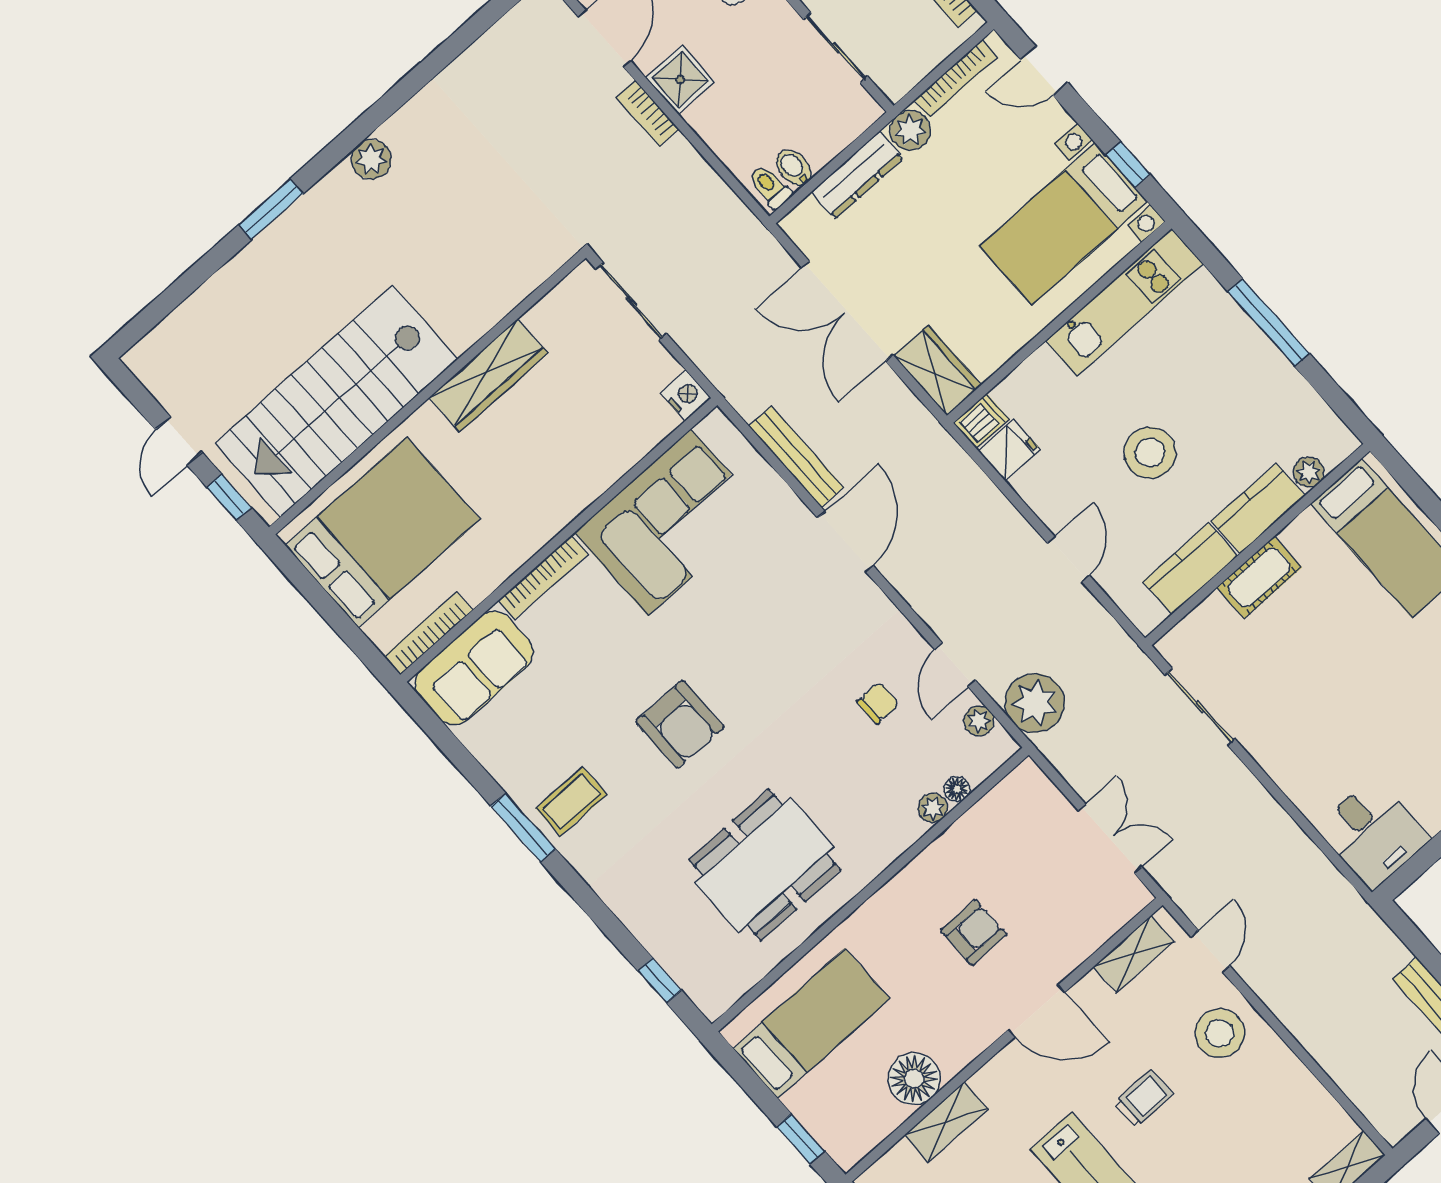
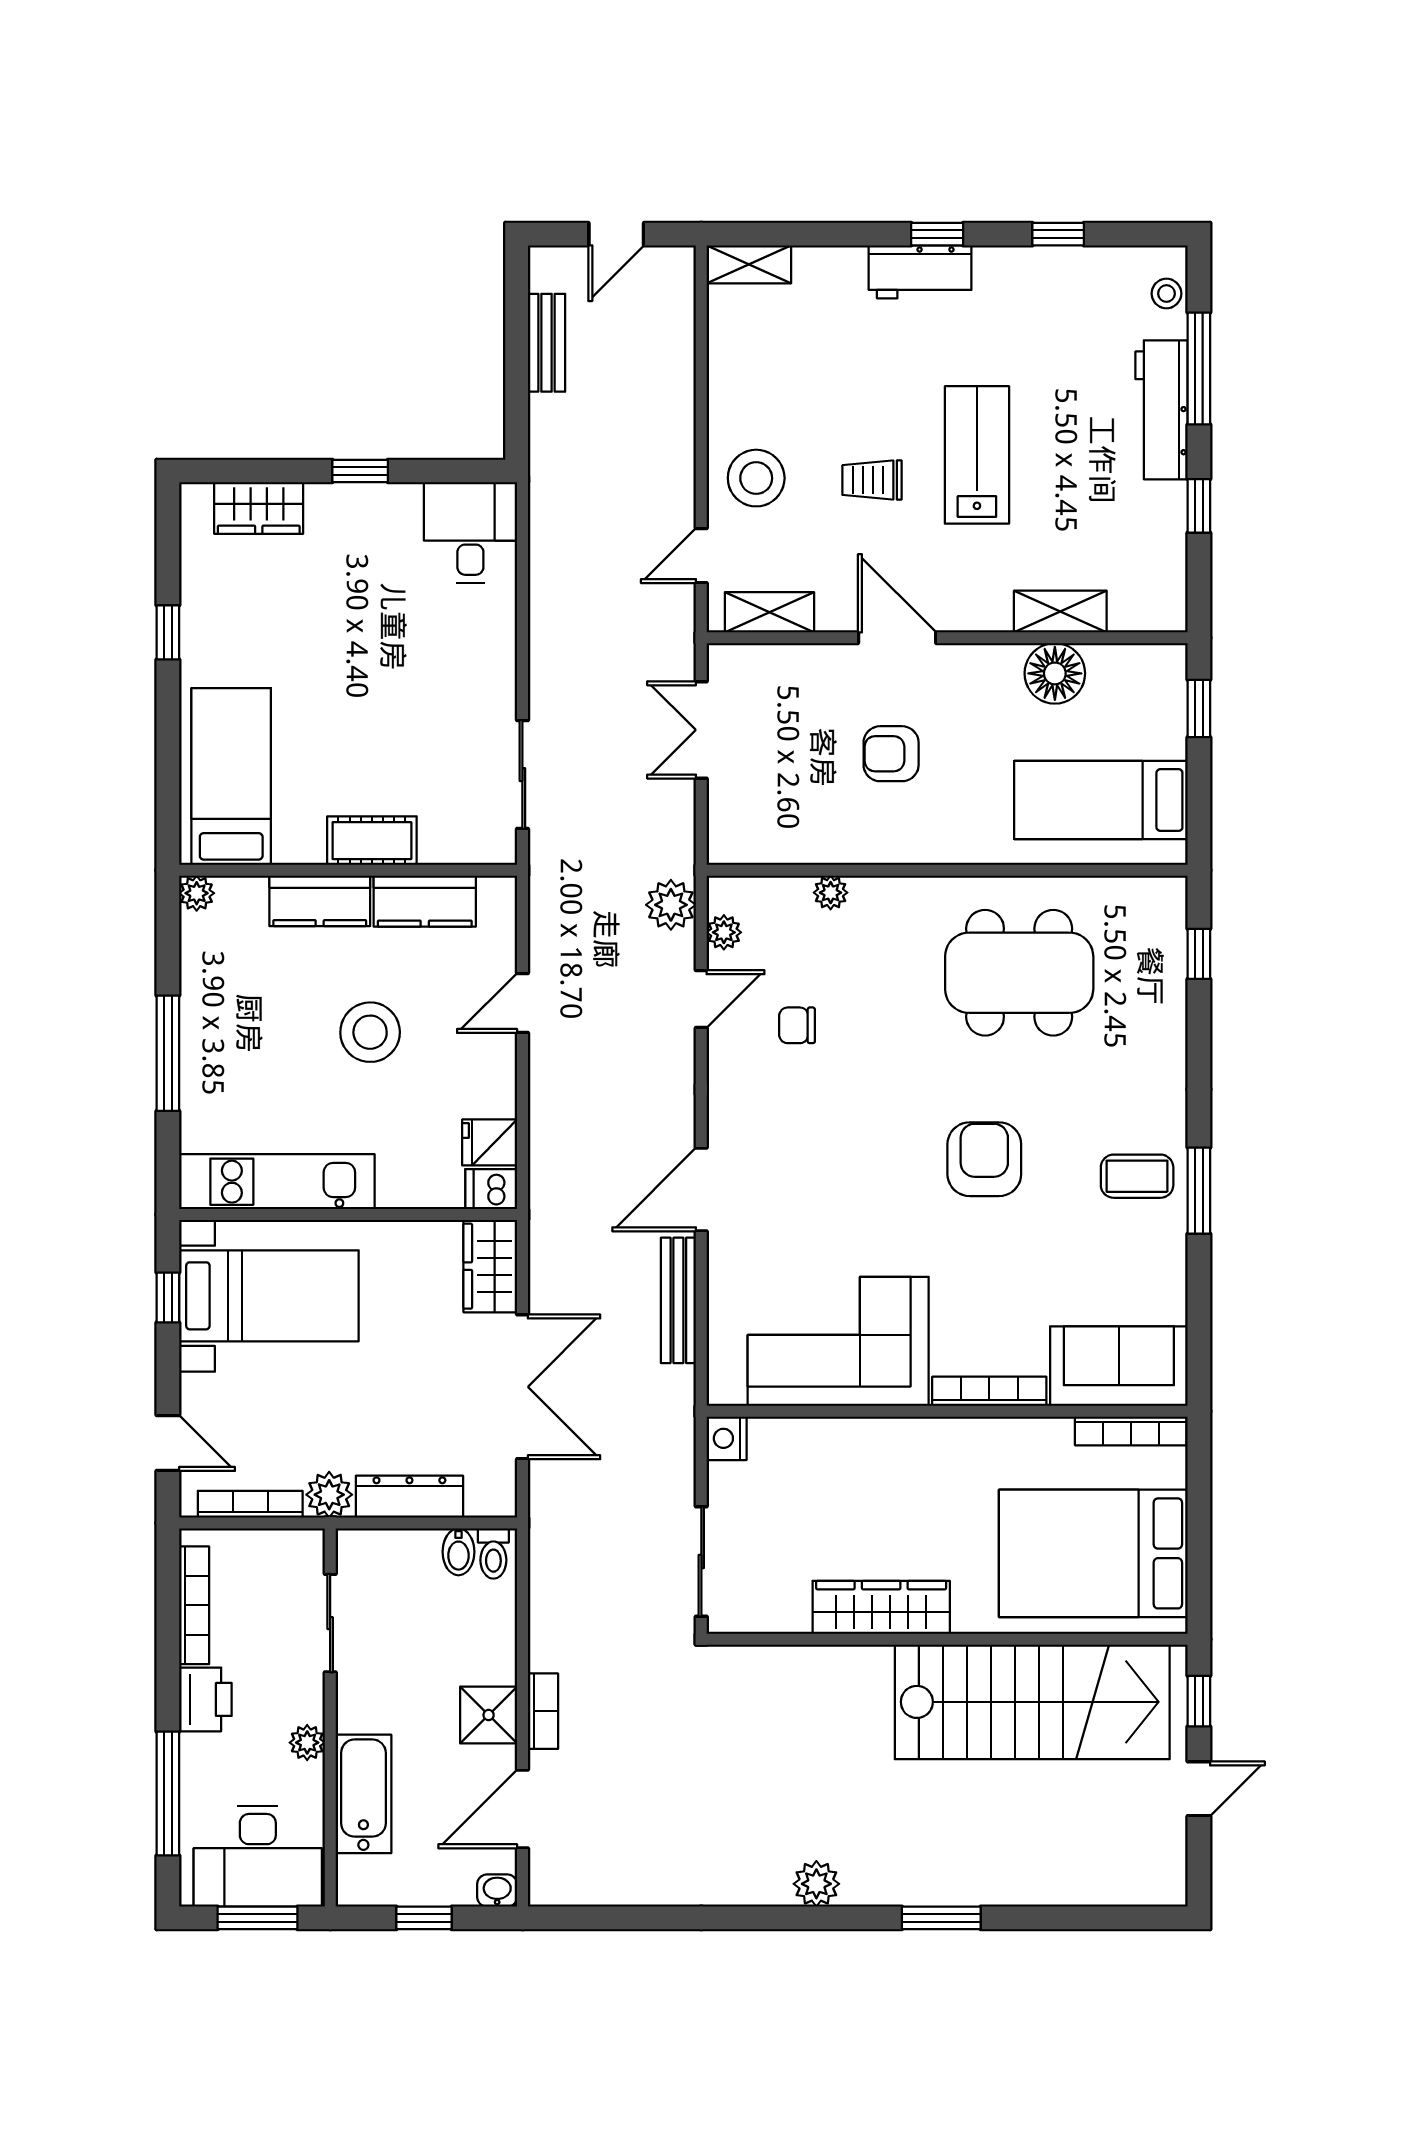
plant: (1309, 472) -> (197, 893), moved
plant: (1035, 703) -> (671, 905), width x0.73, depth x0.73
floor lamp: (957, 789) -> (795, 890), removed

